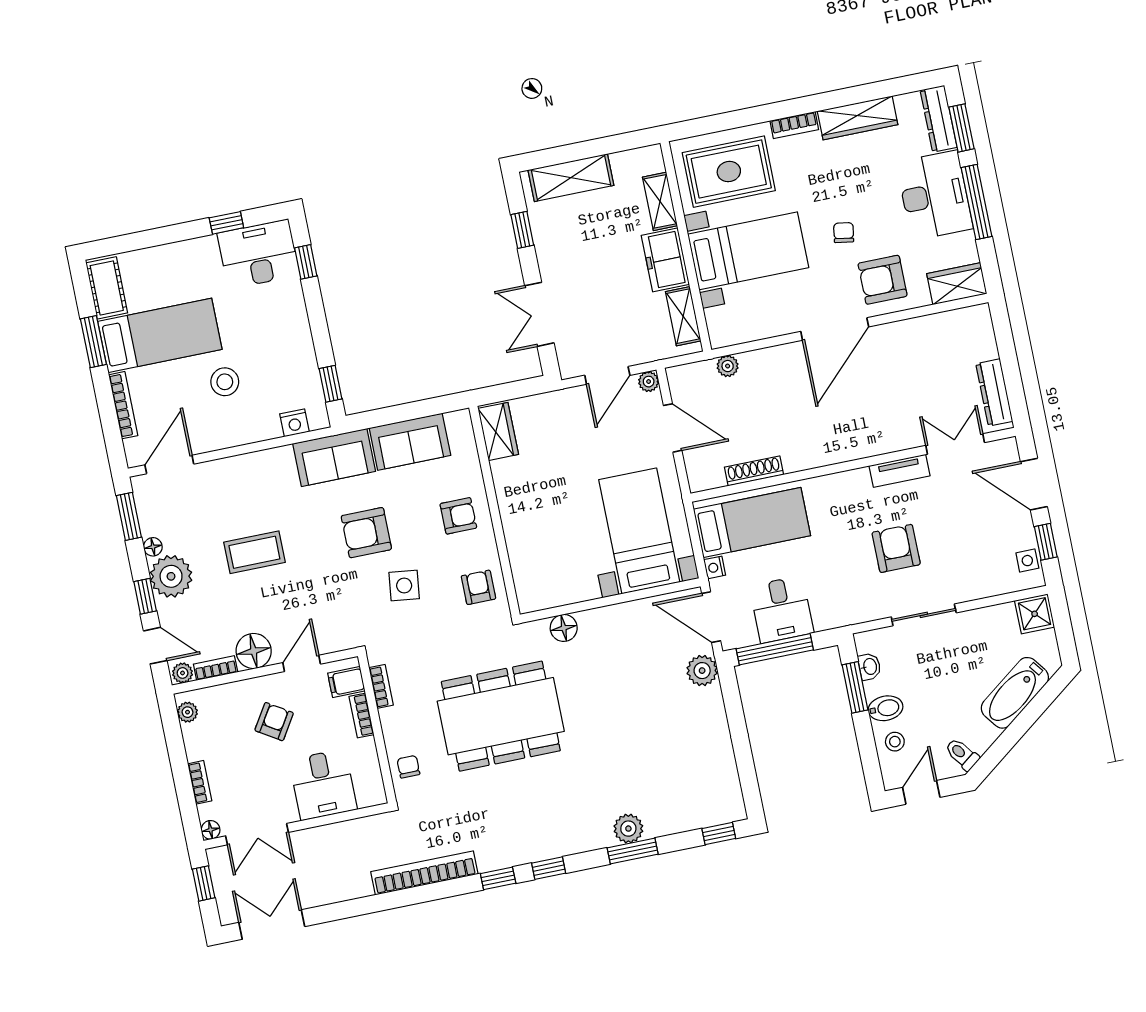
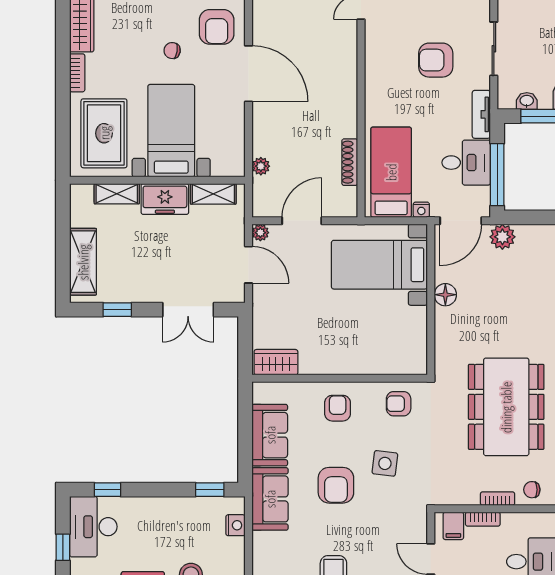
tv unit: (900, 471) -> (481, 114), moved, turned 180
floor lamp: (564, 628) -> (445, 295), moved
bookcase: (381, 686) -> (498, 499), moved

